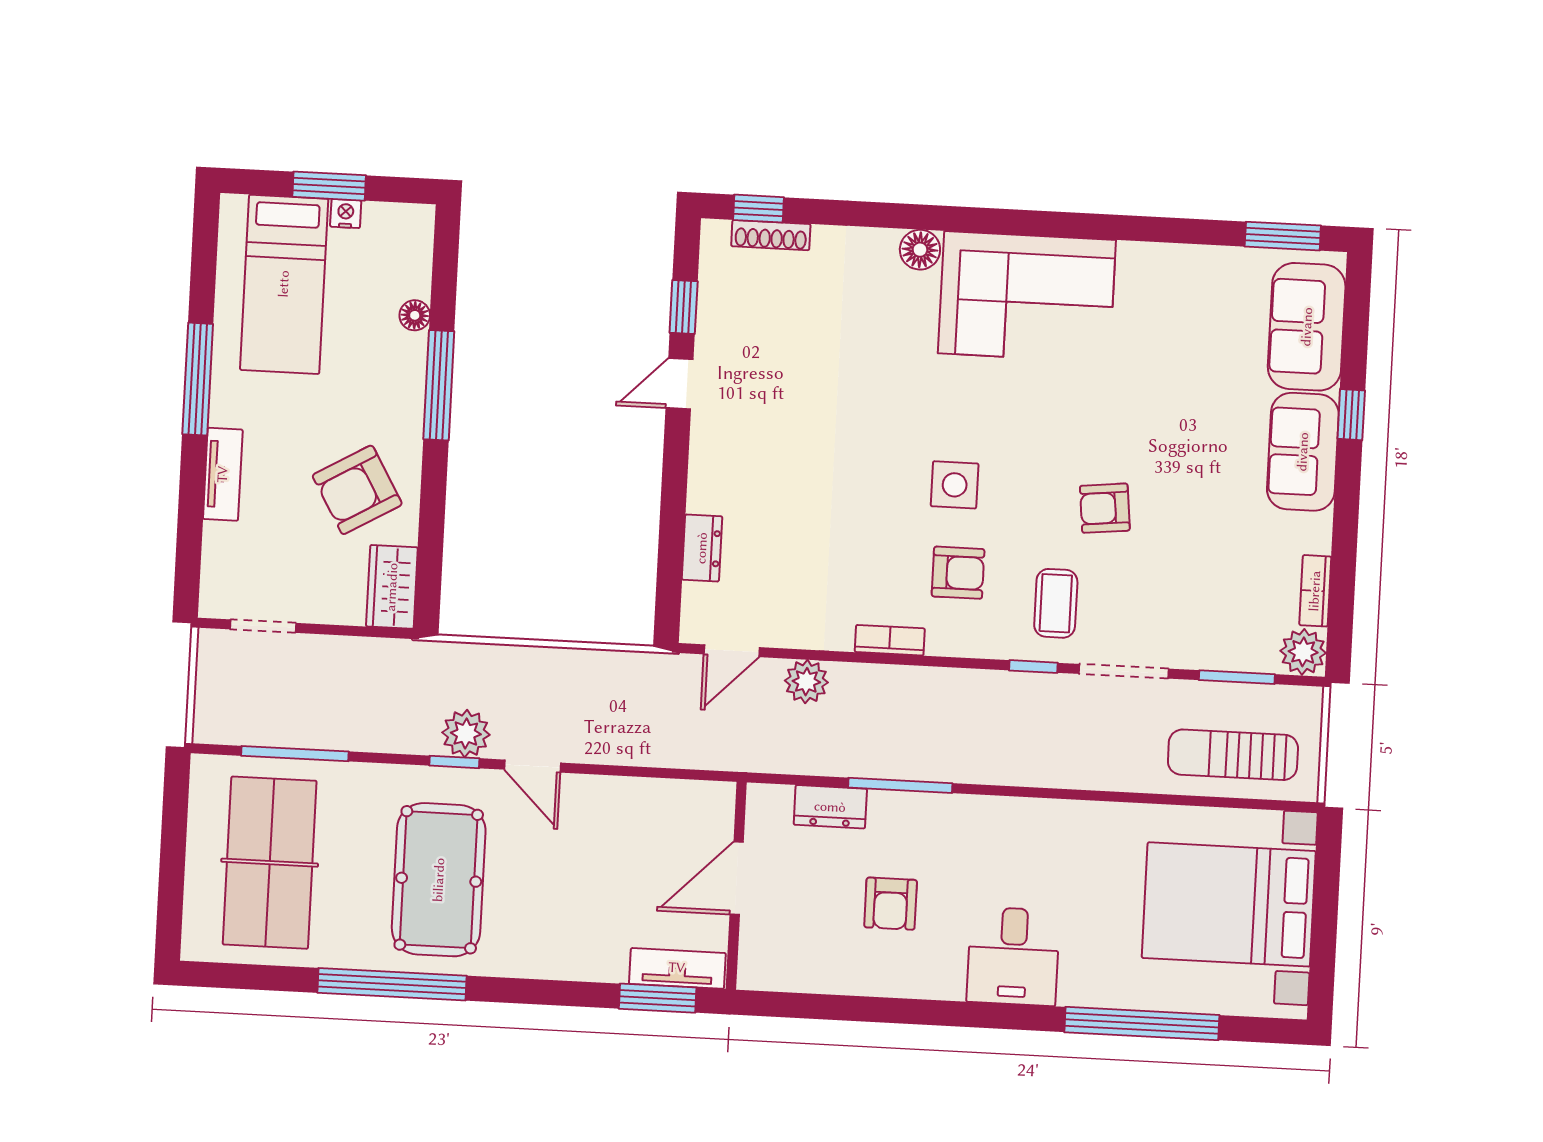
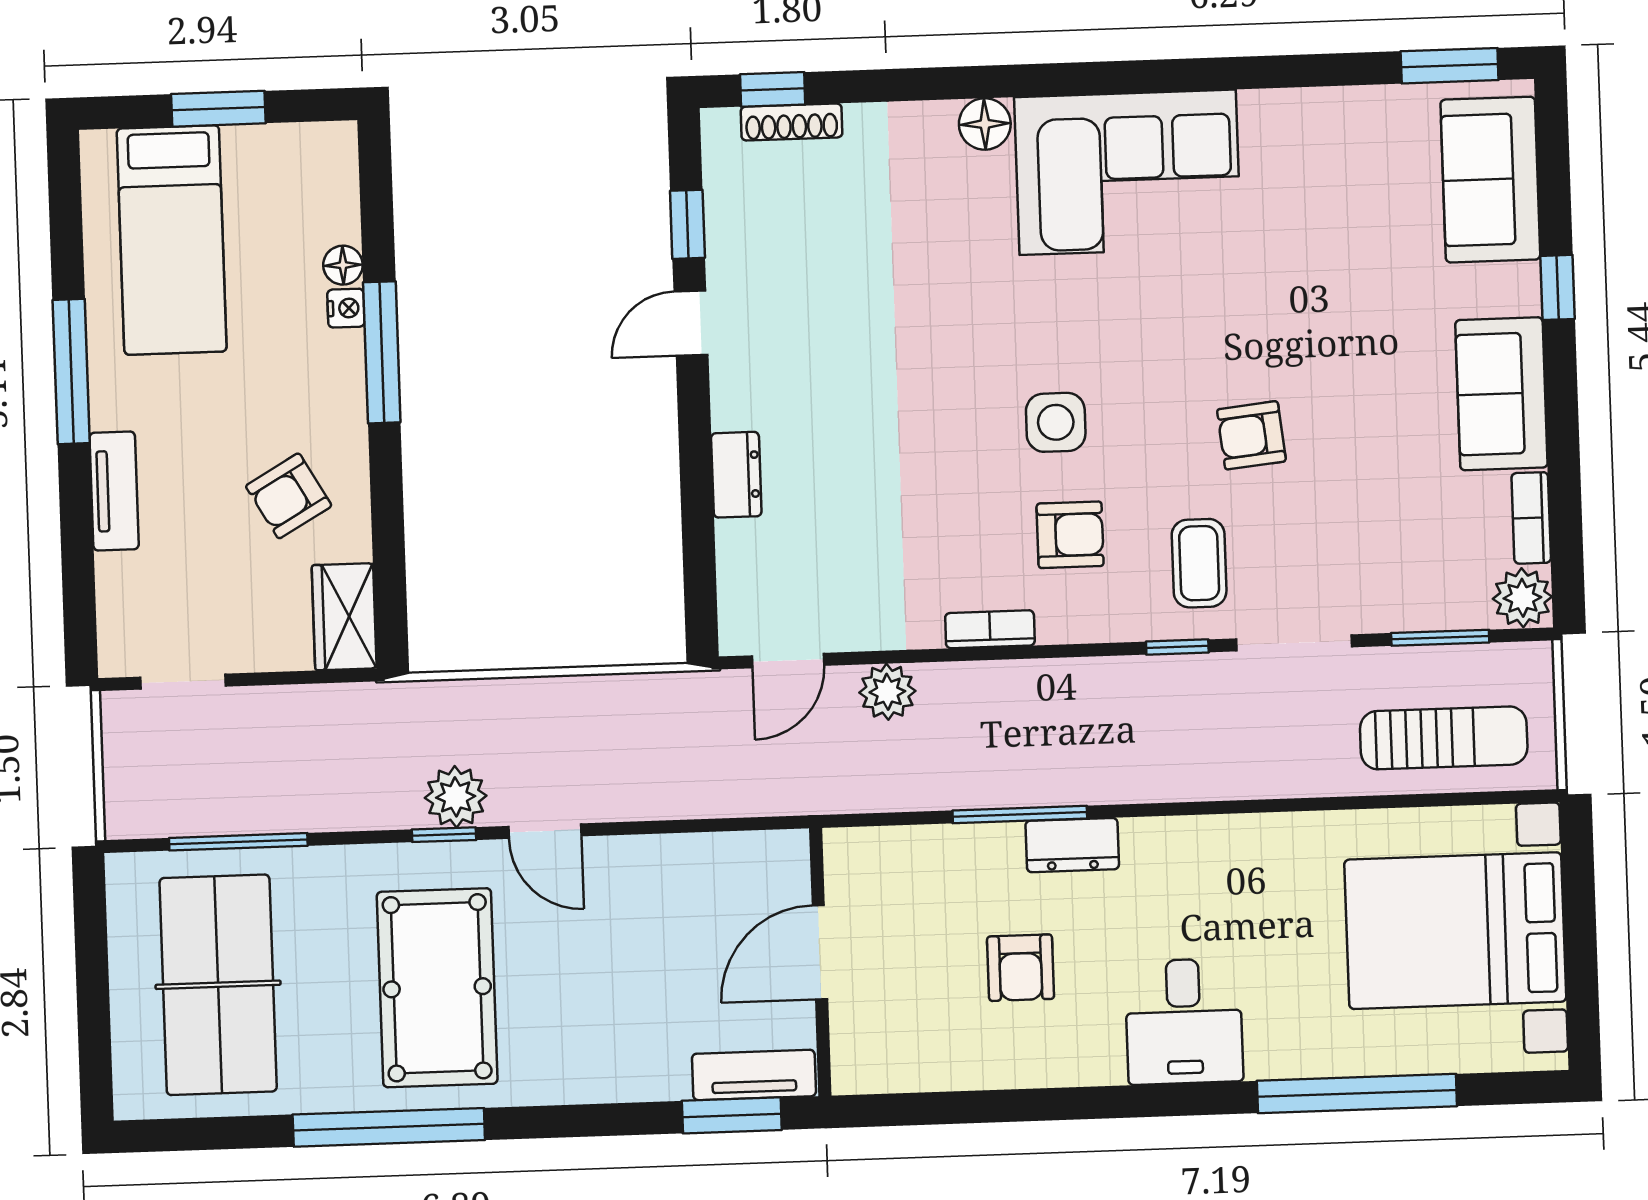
nightstand: (346, 214) -> (346, 308), moved, turned 90
sofa: (1303, 452) -> (1501, 394), moved
armchair: (357, 490) -> (289, 496), width x0.72, depth x0.72
dresser: (702, 548) -> (736, 475), moved
sun lounger: (1233, 755) -> (1444, 738), turned 180
dresser: (830, 807) -> (1072, 845), moved

